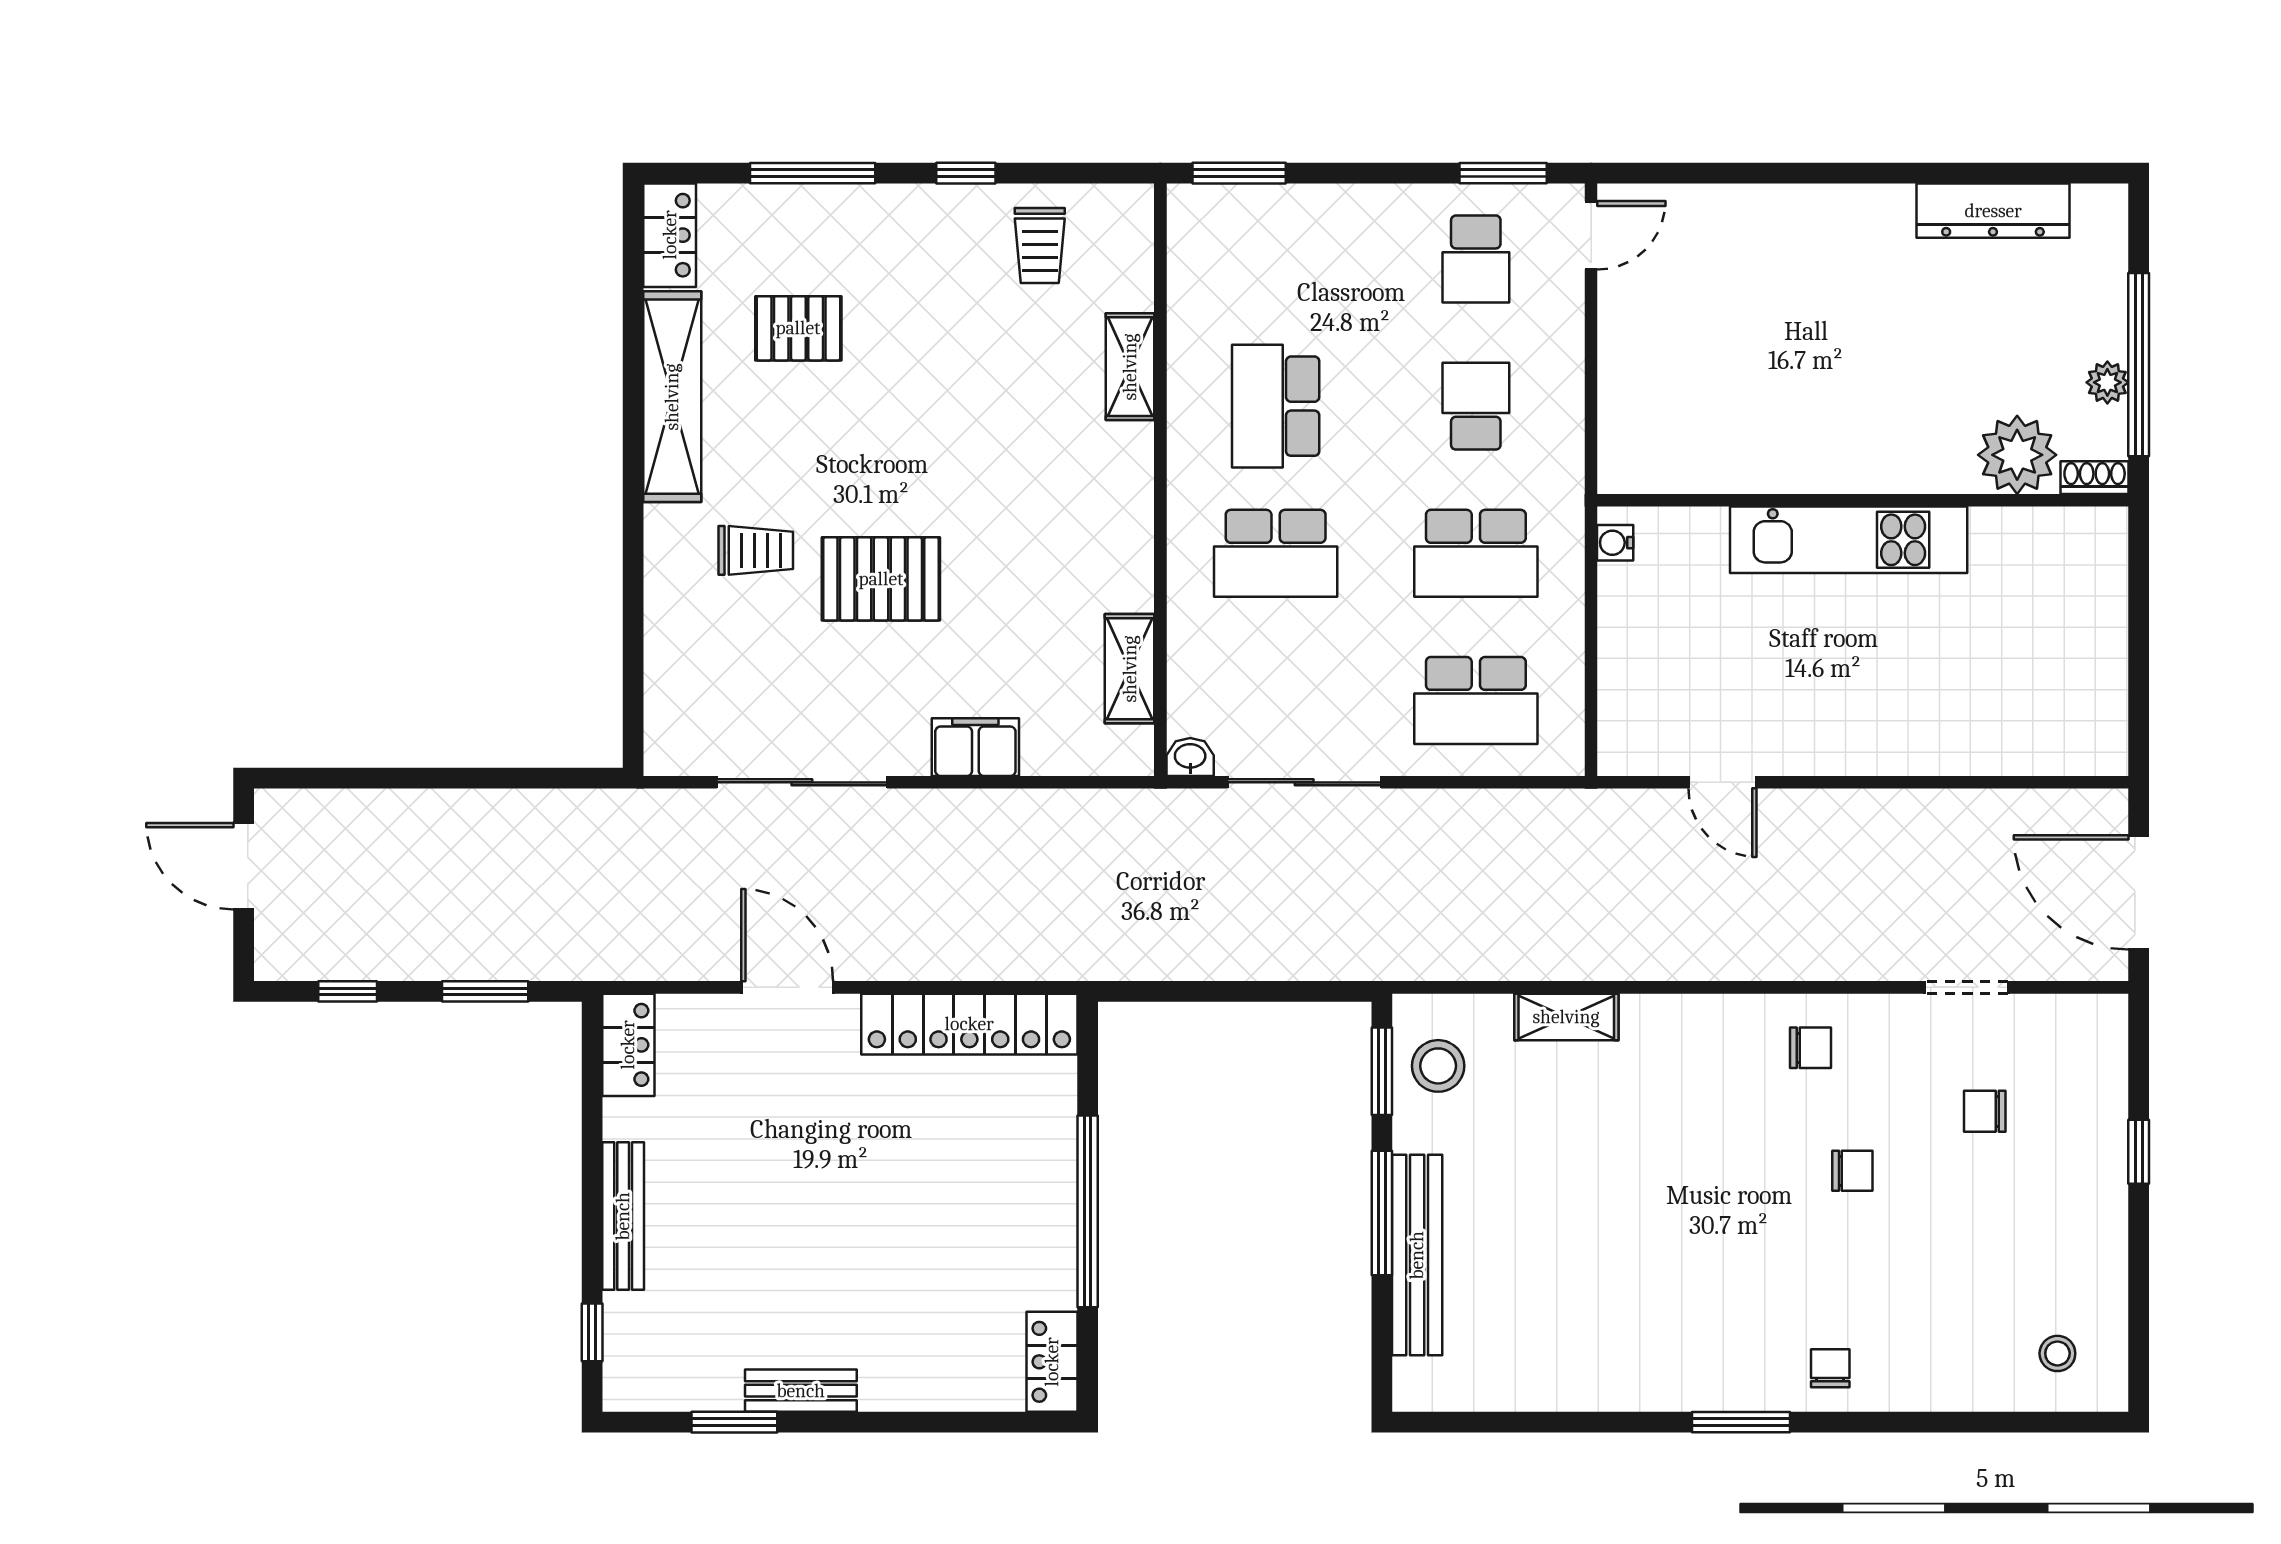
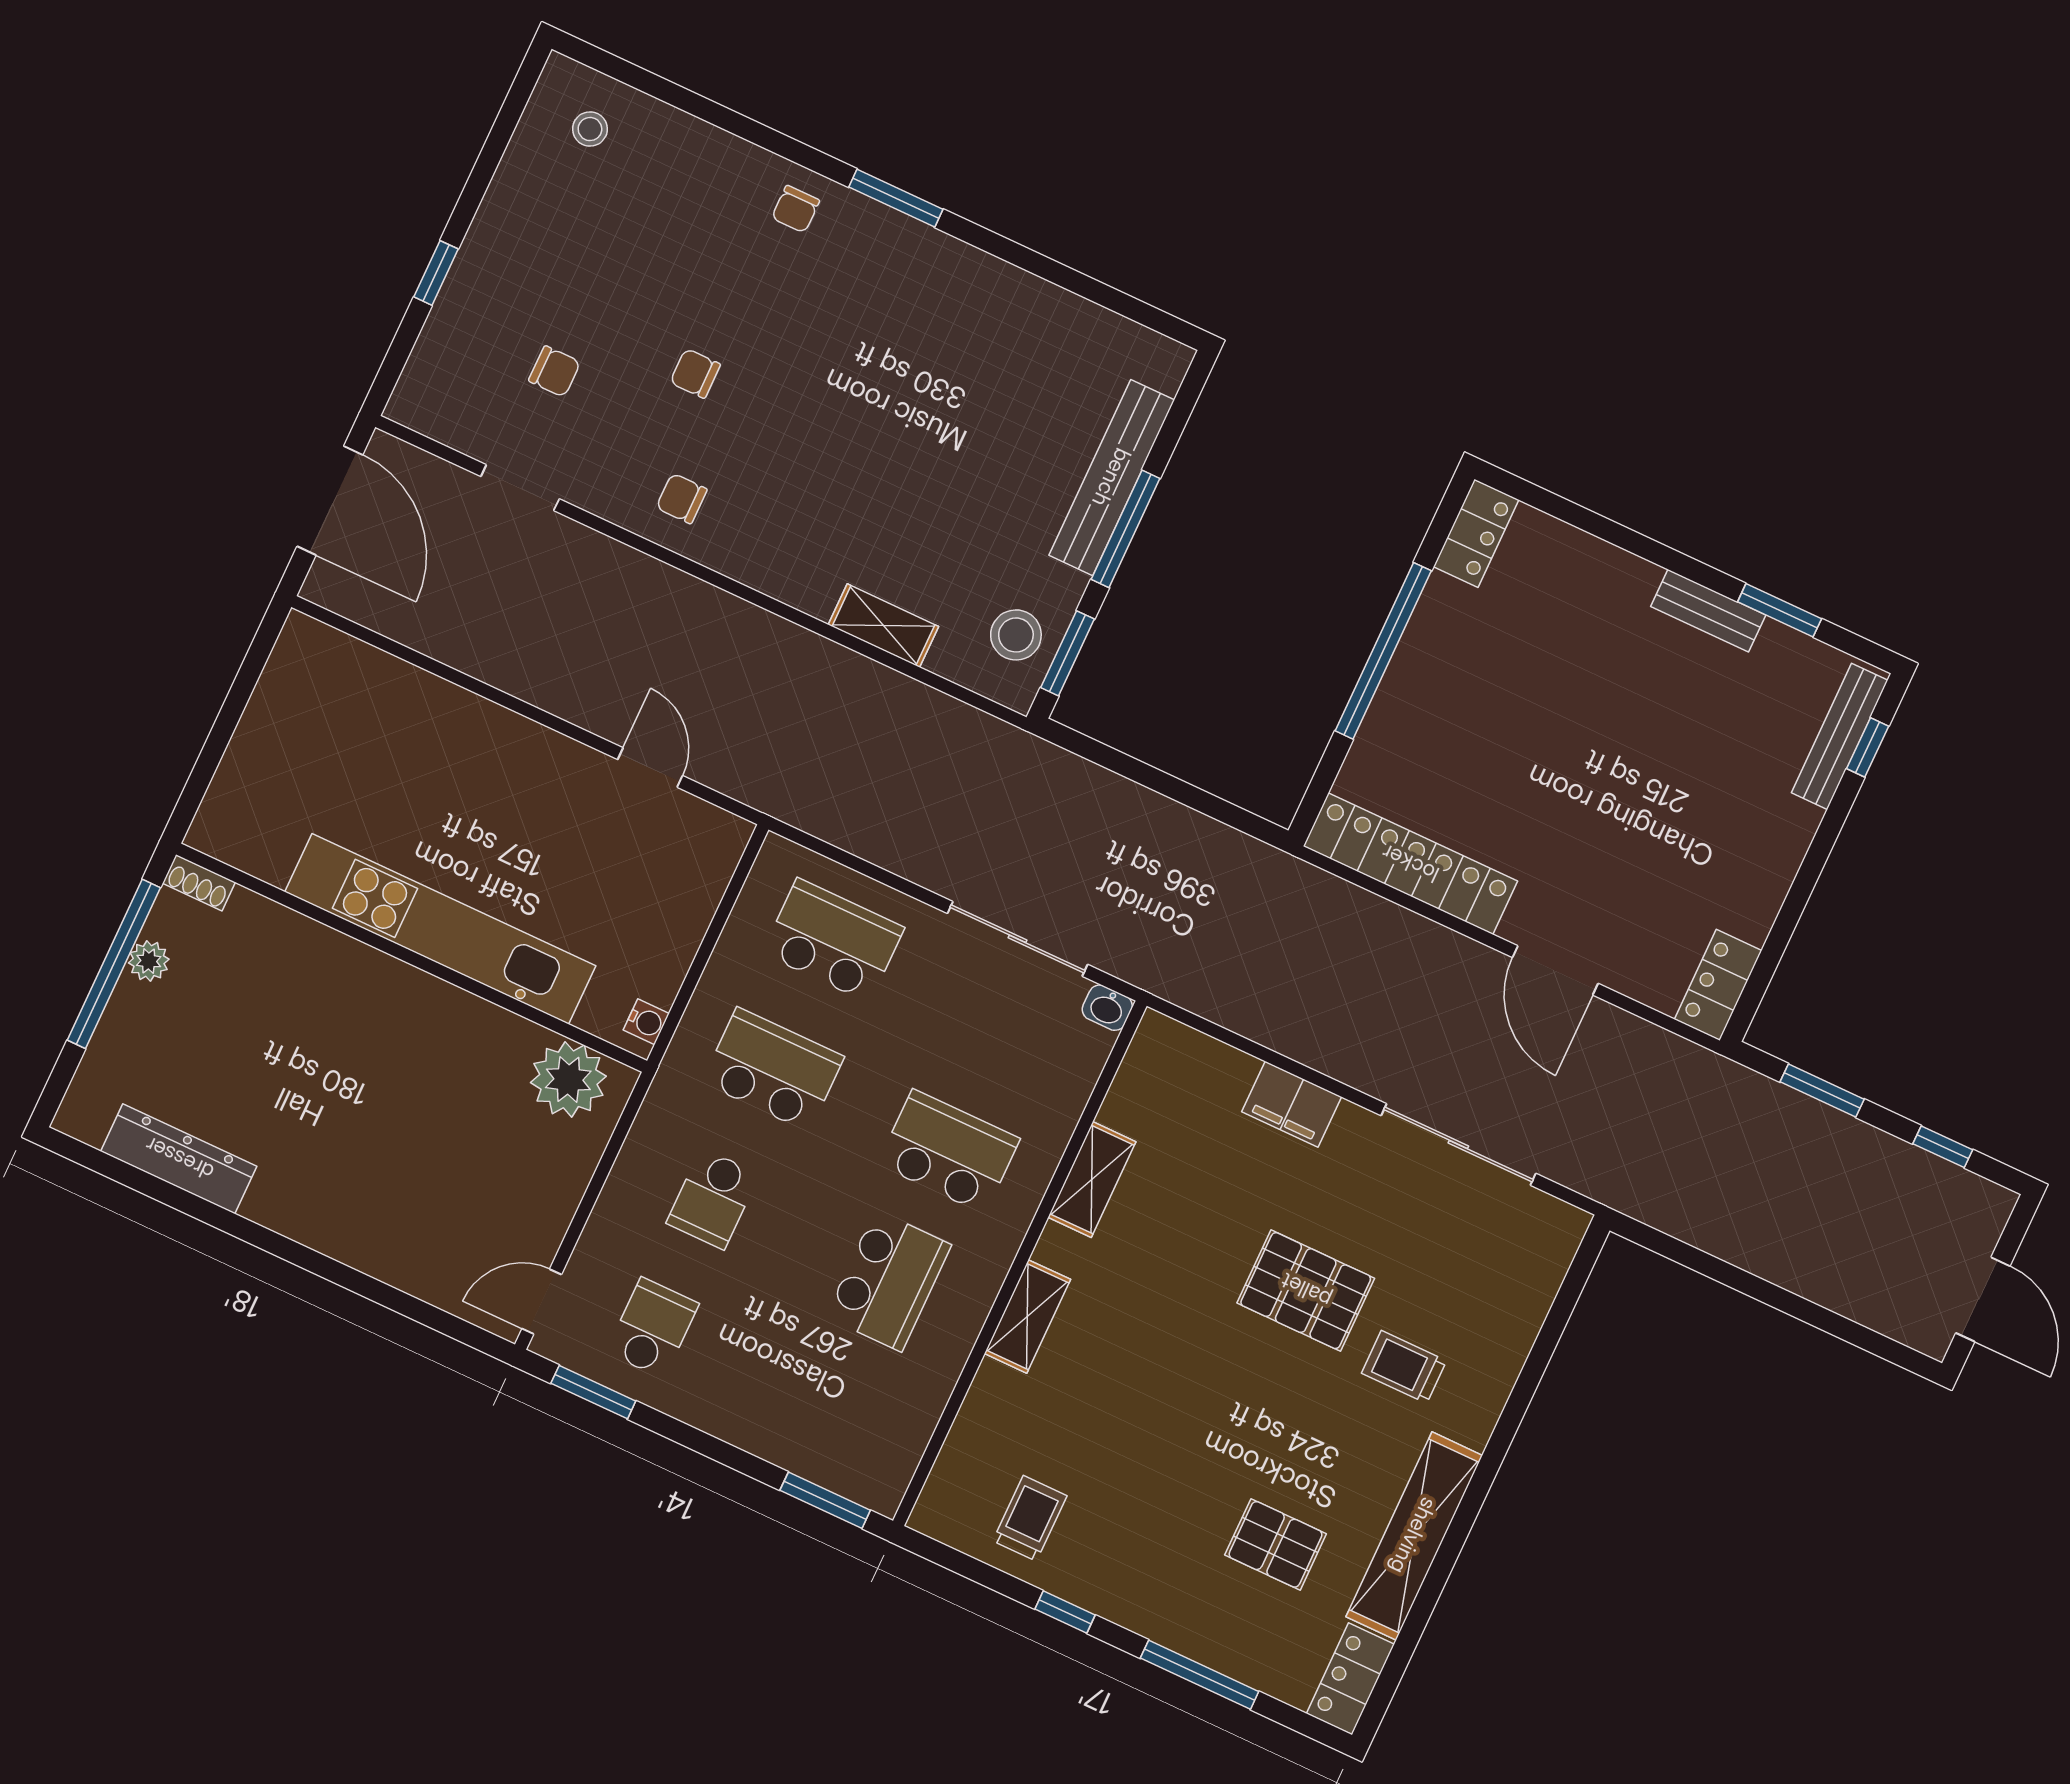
shelving: (1130, 367) -> (1027, 1316), moved
plant: (2017, 455) -> (568, 1079), moved
kitchen unit: (1849, 540) -> (440, 929), width x1.36
shelving: (1130, 669) -> (1092, 1179), moved
bench: (623, 1216) -> (1840, 736), moved

